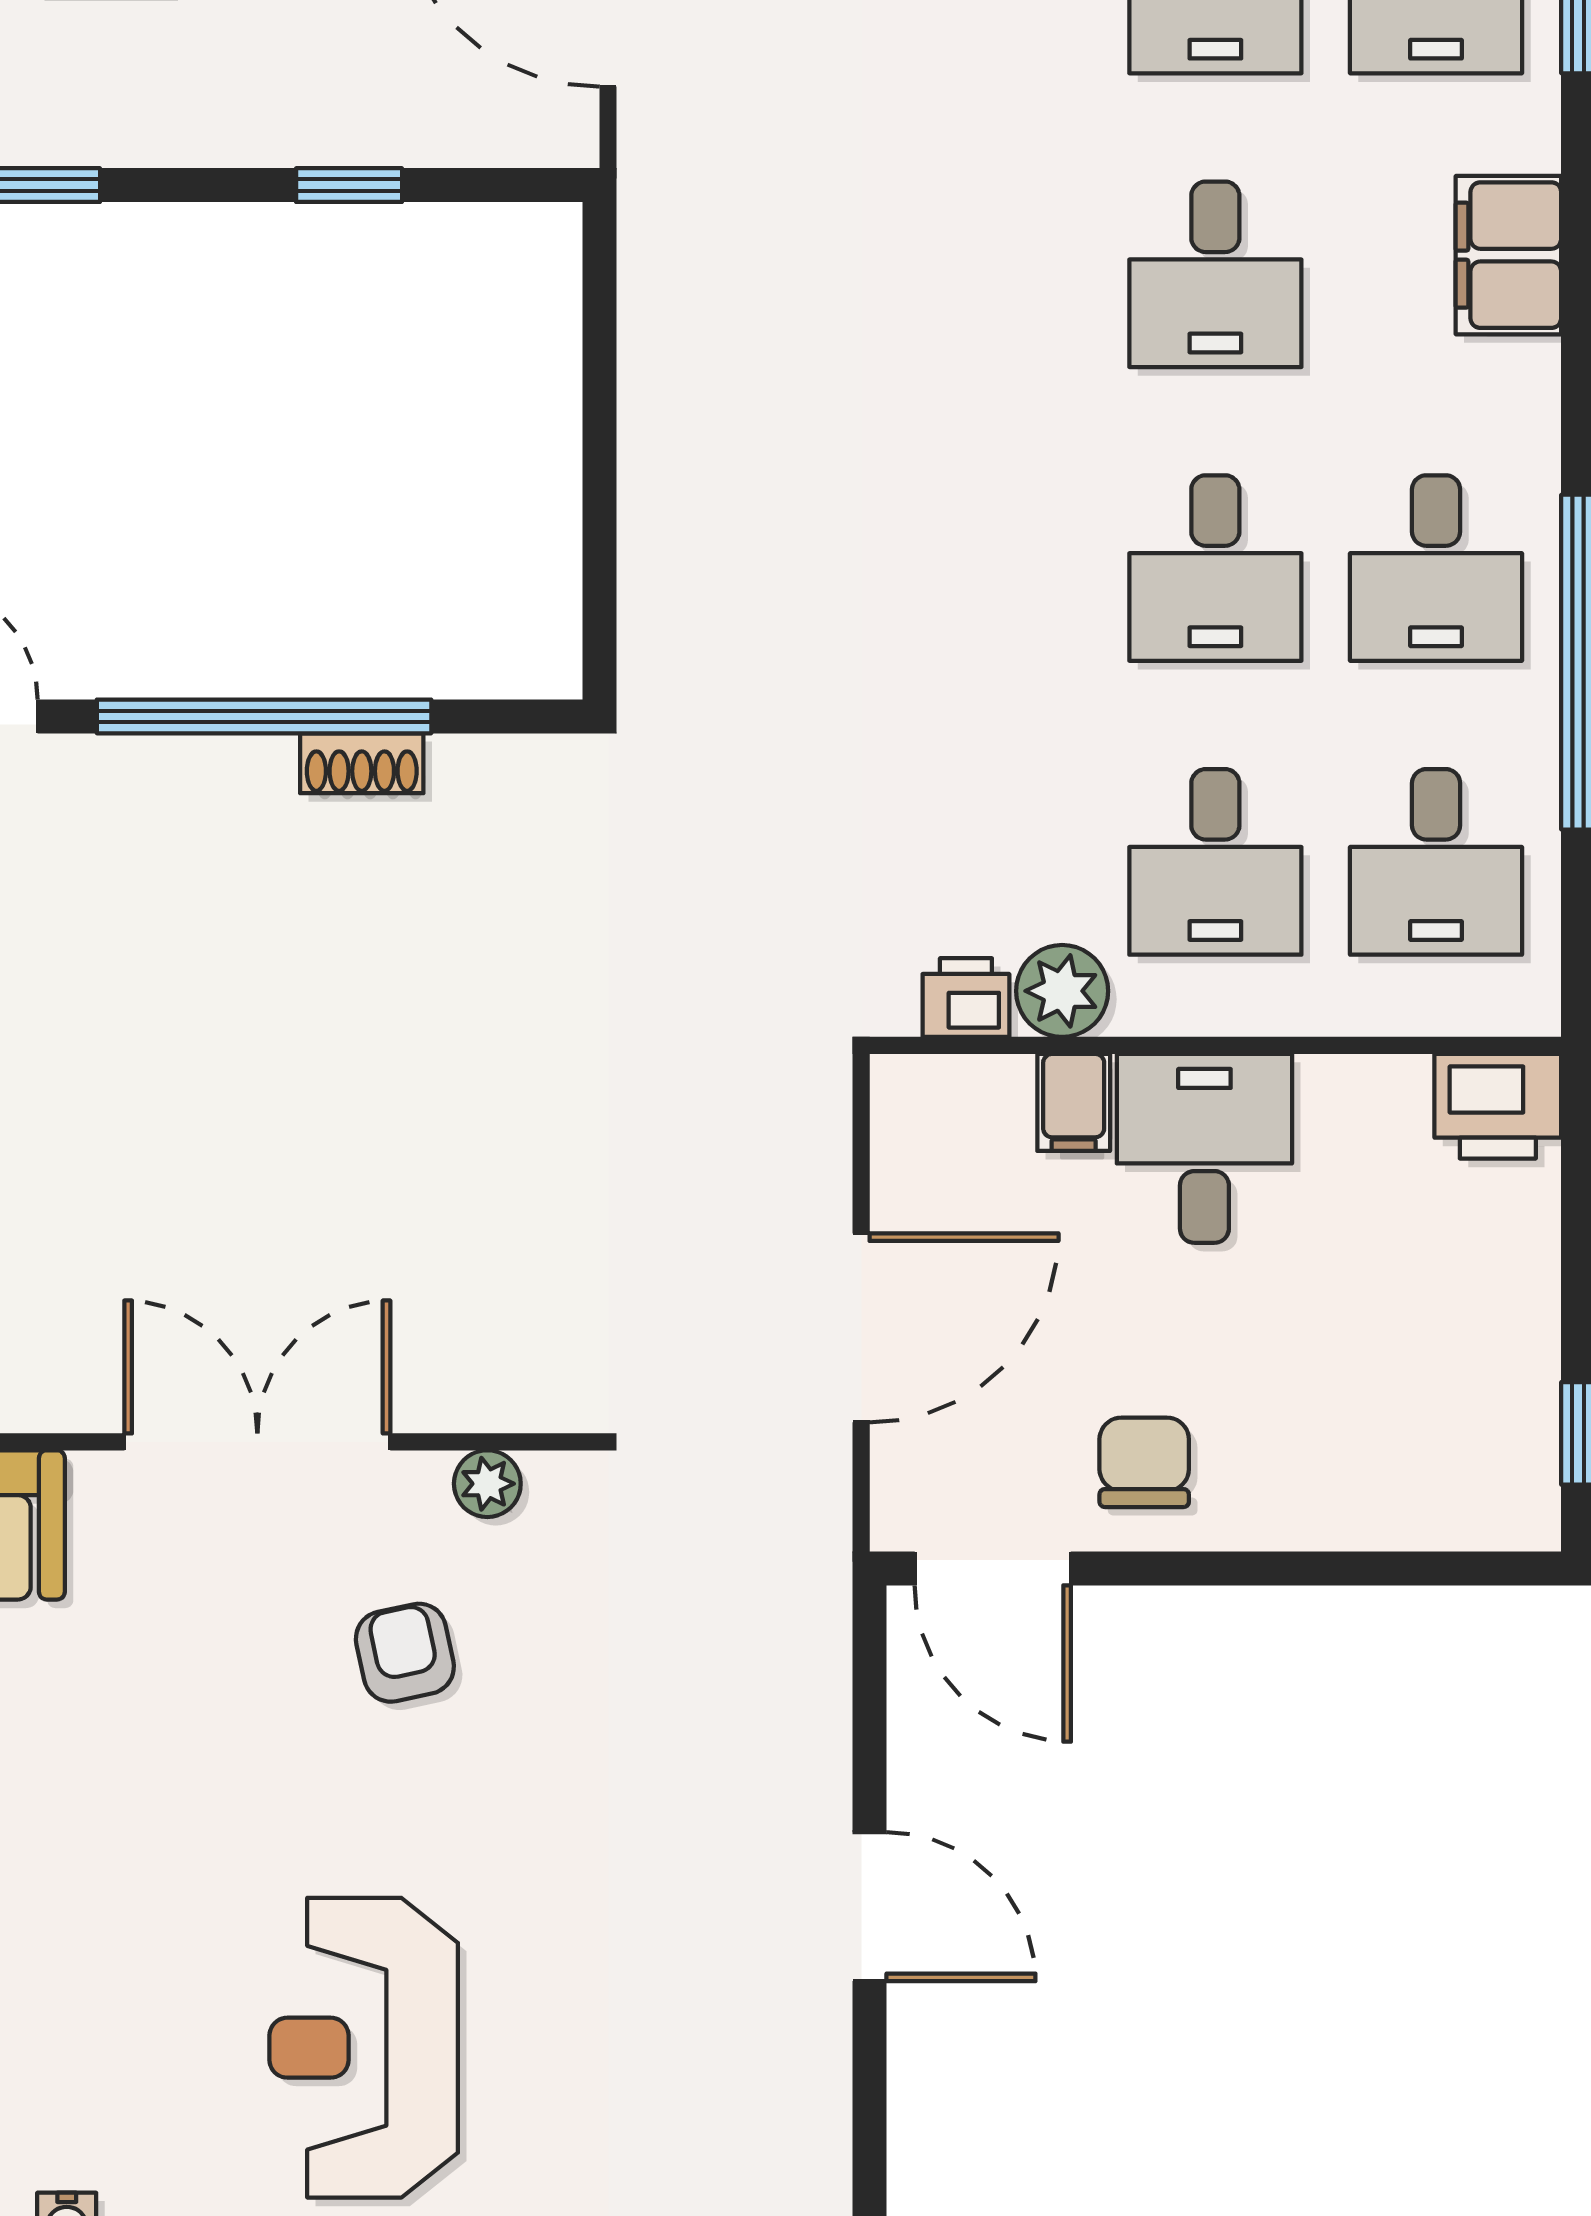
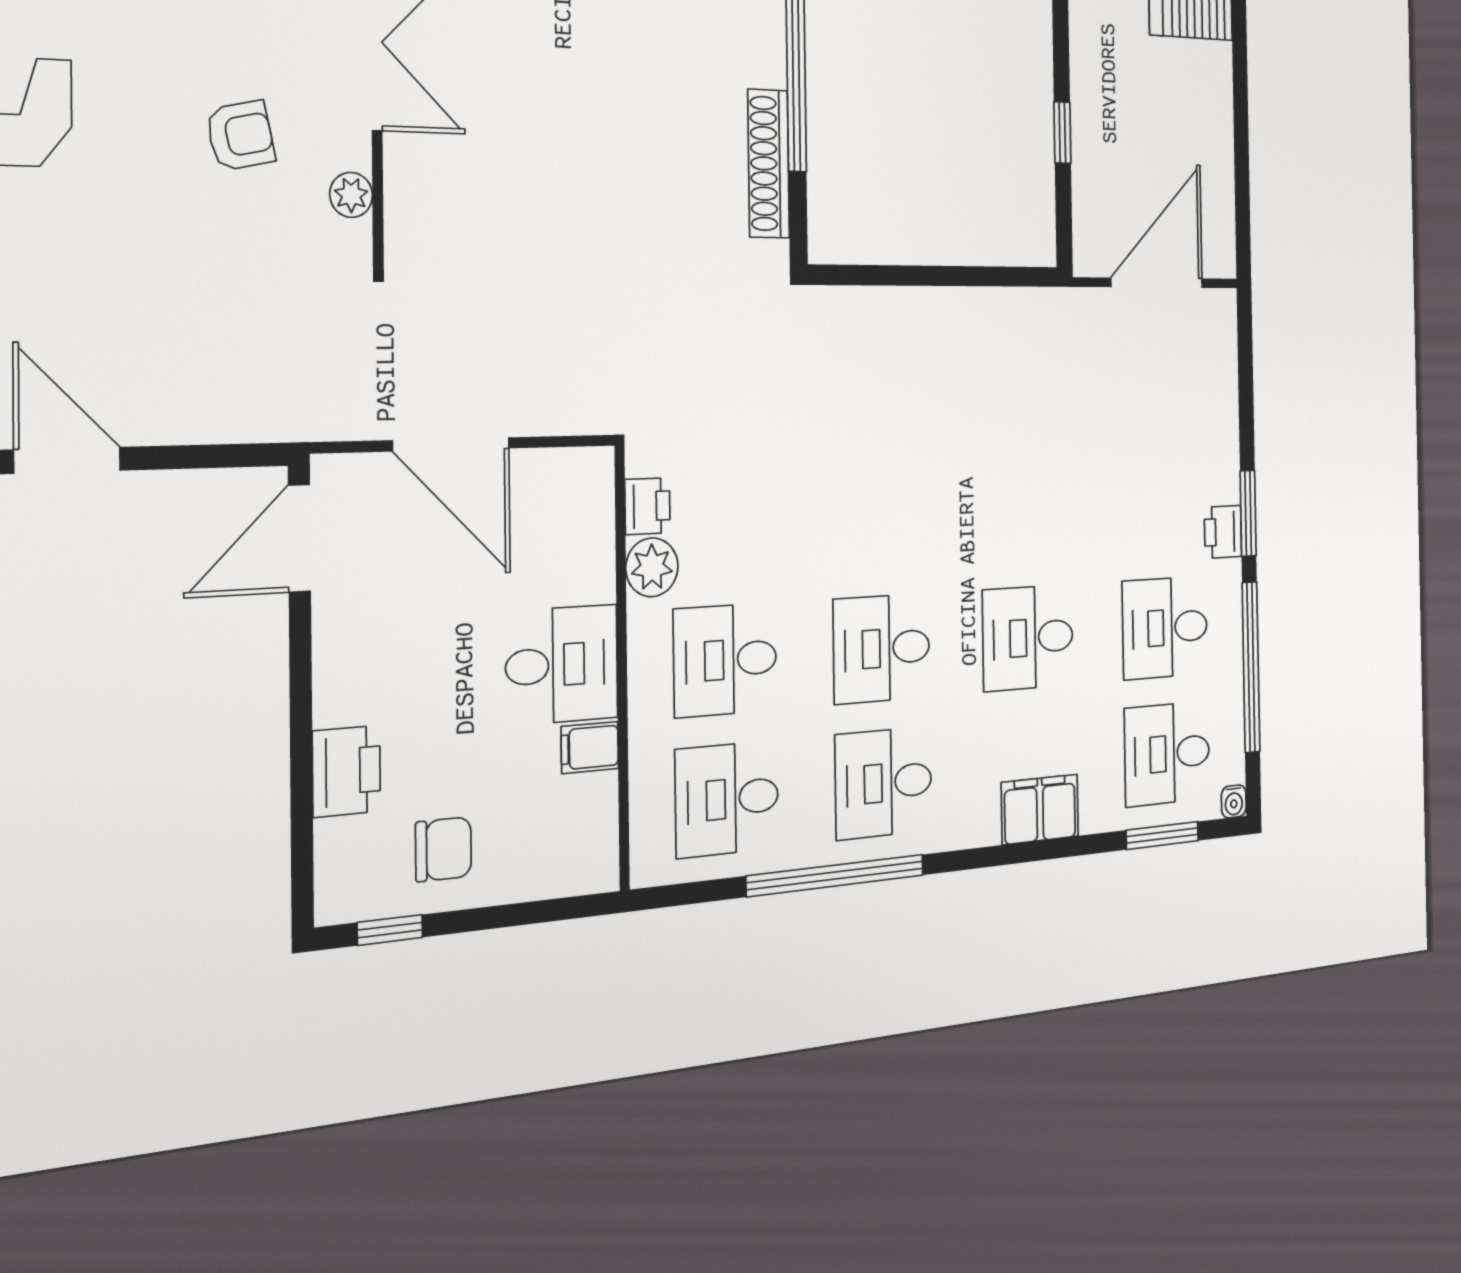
shoe rack: (362, 763) -> (769, 164), width x1.94, depth x1.24
filing cabinet: (1074, 1102) -> (590, 748), moved
printer: (1498, 1106) -> (346, 771), moved, turned 180
chair: (1144, 1462) -> (443, 849), moved
door: (870, 1907) -> (67, 460), swing flipped

